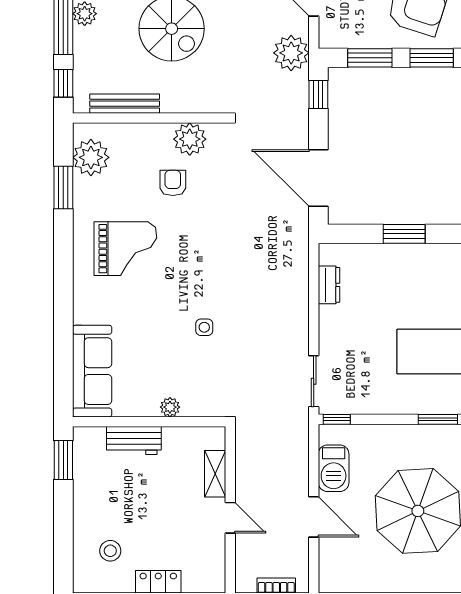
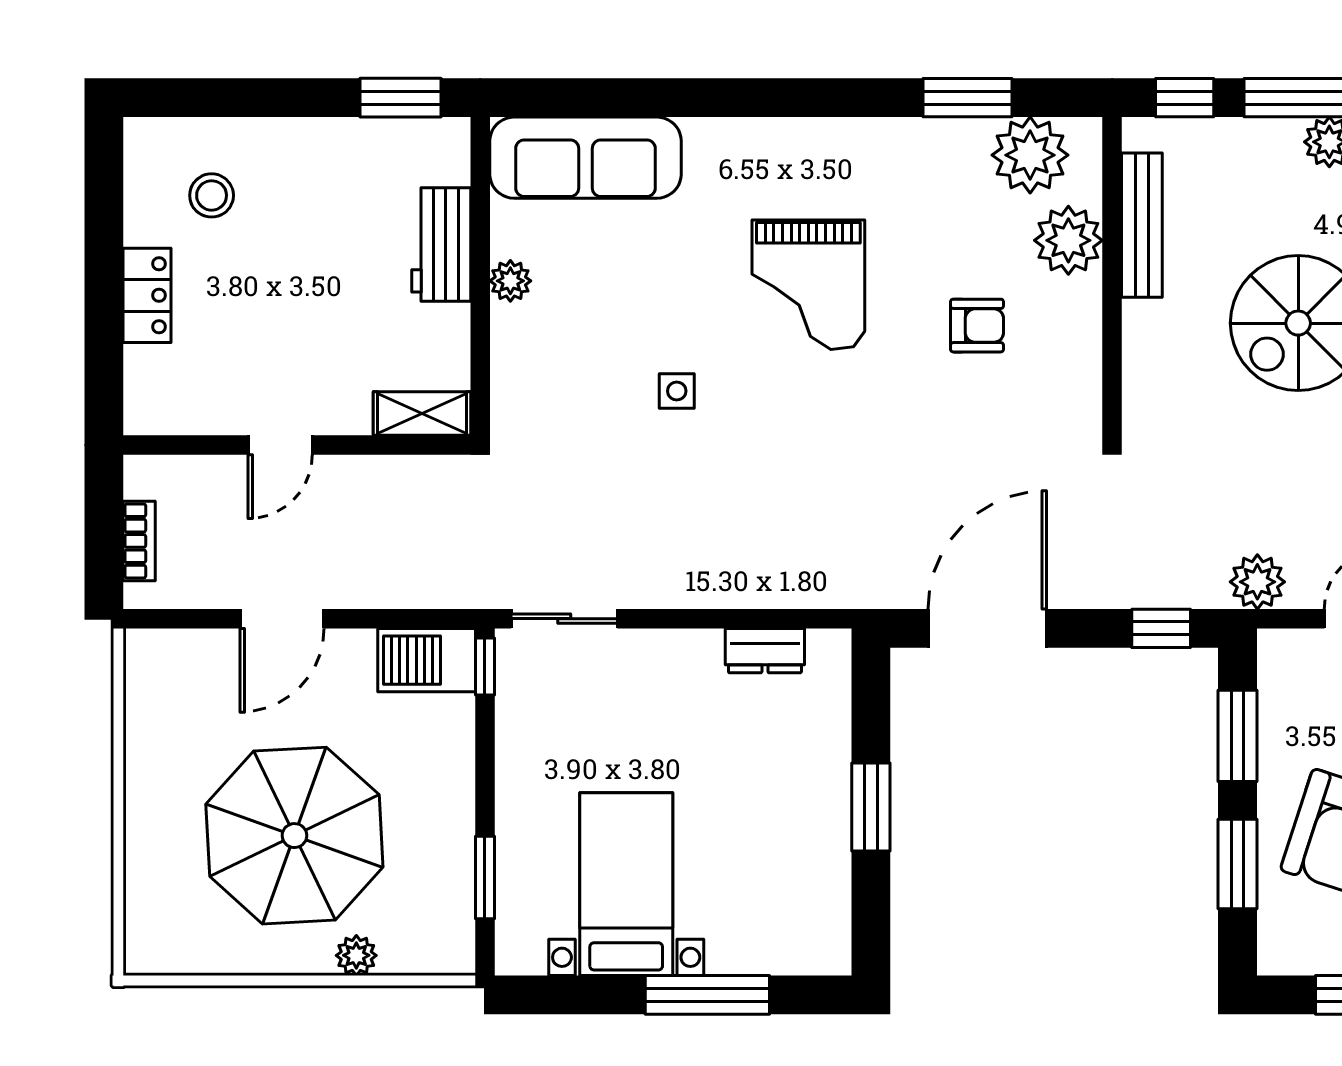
plant: (291, 53) -> (1257, 582), width x0.73, depth x0.73
plant: (190, 139) -> (1068, 240), moved
grand piano: (125, 249) -> (808, 285), moved
plant: (170, 407) -> (510, 281), moved
barbecue: (334, 468) -> (427, 660), moved
shelving: (215, 474) -> (422, 414), moved

